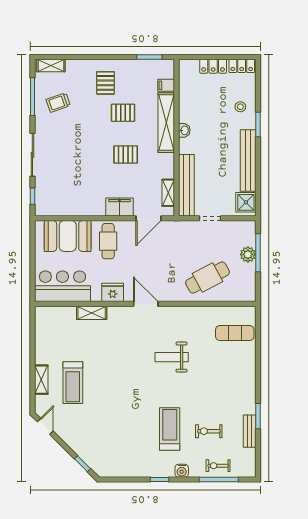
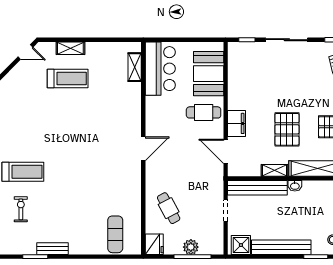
washbasin: (184, 130) -> (295, 186), moved
pallet: (126, 154) -> (287, 129), width x1.50, depth x1.42
shelving: (168, 193) -> (275, 170), moved
cafe table: (208, 277) -> (169, 208), width x0.73, depth x0.74
fridge: (113, 292) -> (154, 244), moved
shelving: (92, 313) -> (135, 67), moved
weight bench: (172, 357) -> (92, 174), removed
treadmill: (73, 383) -> (68, 79), turned 180
bench: (250, 431) -> (53, 249), moved

